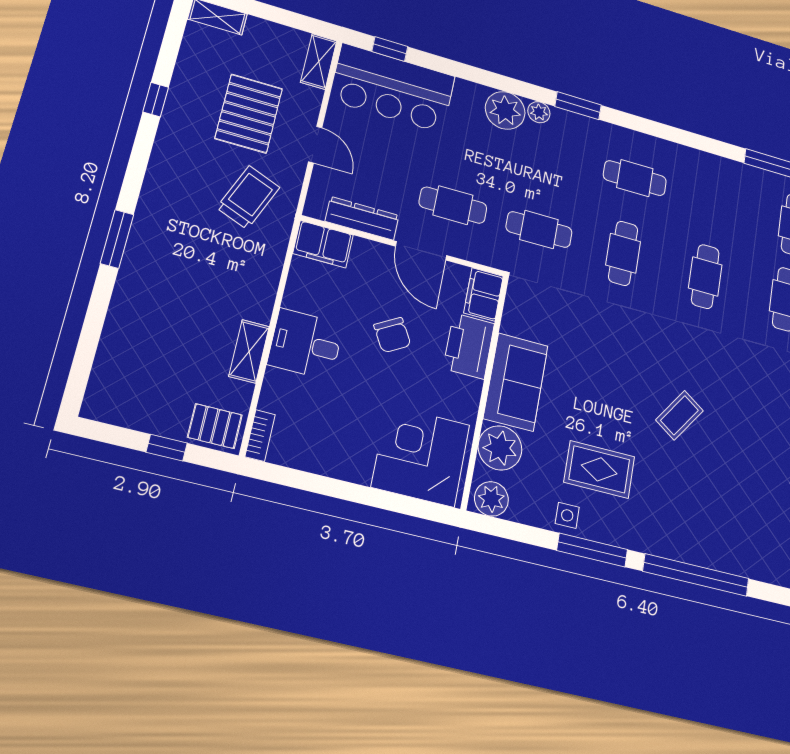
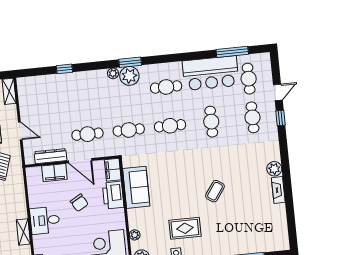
window: (390, 49) -> (64, 69), moved
bar counter: (393, 88) -> (211, 73), moved
plant: (505, 110) -> (129, 76), moved
filing cabinet: (323, 244) -> (54, 173), moved
cafe table: (623, 253) -> (170, 126), turned 90
sofa: (516, 382) -> (136, 187), moved
plant: (500, 448) -> (135, 235), width x0.53, depth x0.53

